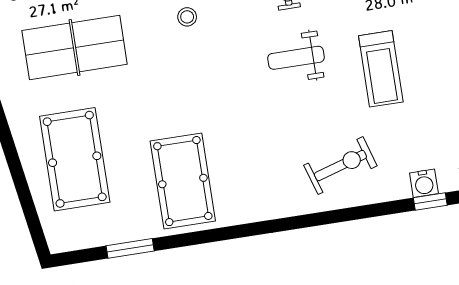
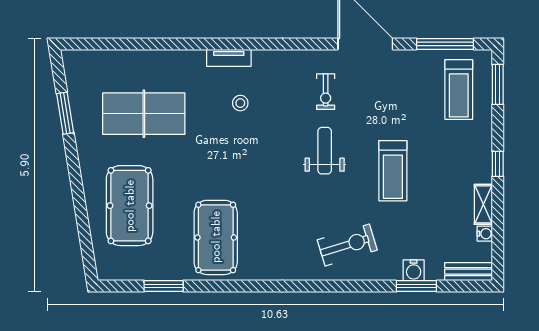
weight bench: (296, 58) -> (325, 151), turned 90
window: (430, 201) -> (416, 286), width x1.50

